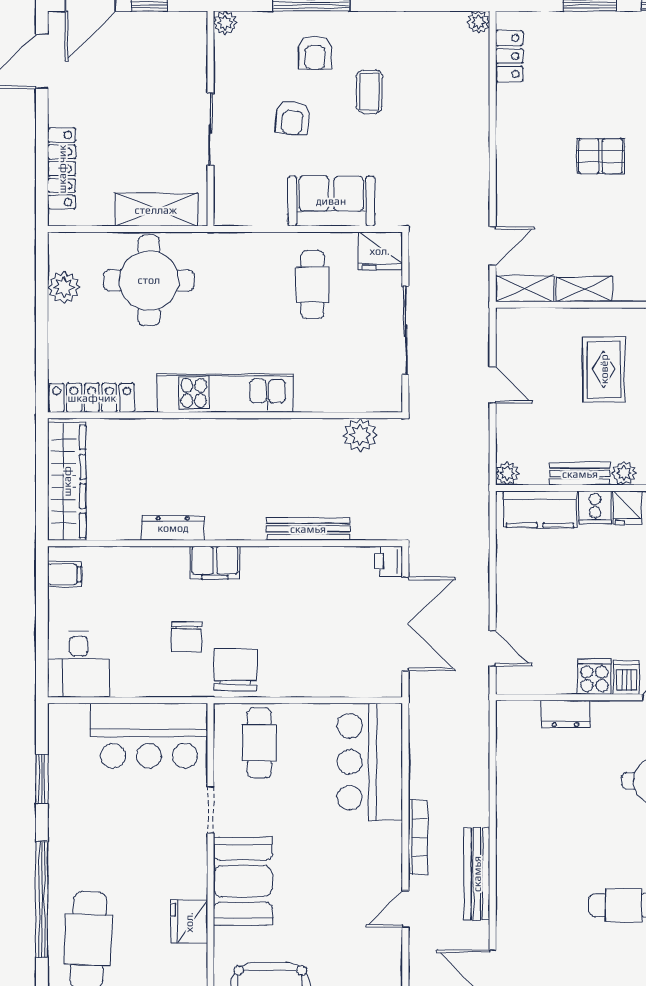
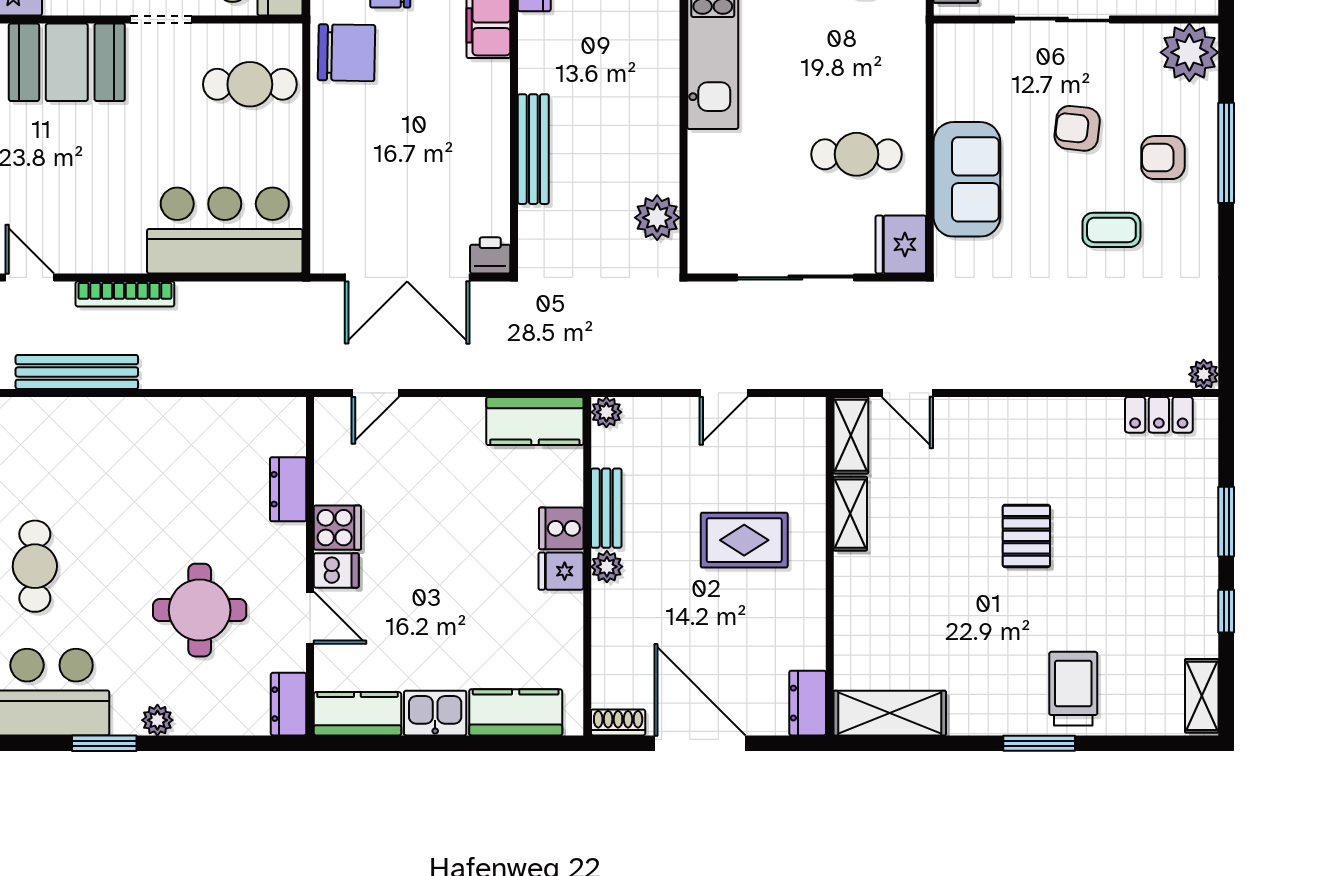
plant: (225, 23) -> (1189, 52), width x1.87, depth x1.87
kitchen counter: (540, 509) -> (535, 421), moved, turned -90

